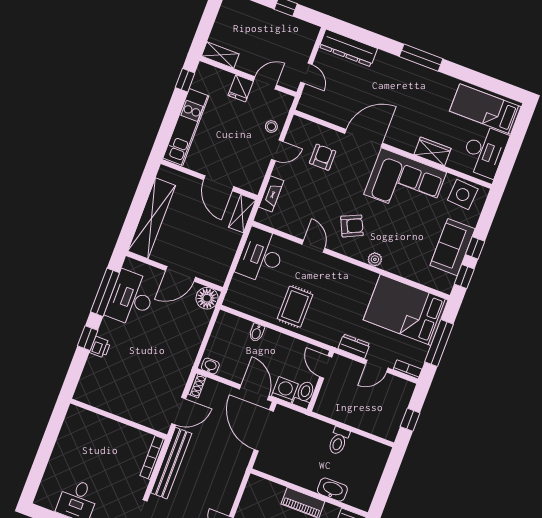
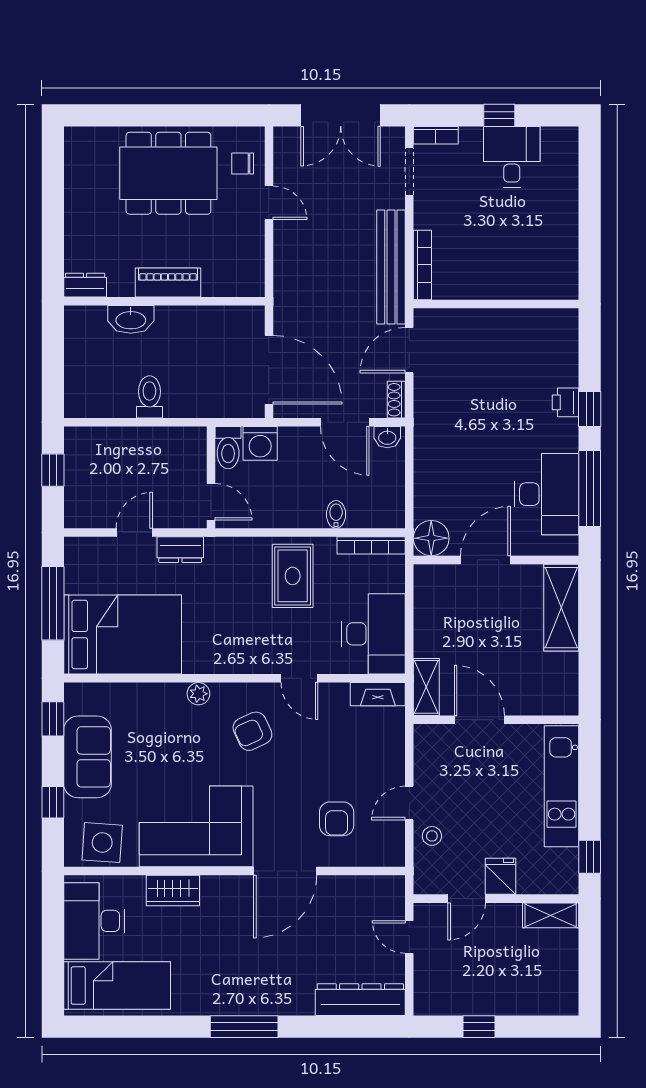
fireplace: (271, 194) -> (378, 694), moved, turned -90
shelving: (152, 218) -> (561, 608), width x0.68
window: (475, 248) -> (53, 802), moved
bookcase: (408, 369) -> (371, 545), moved, width x1.56
door: (254, 392) -> (345, 422), moved

